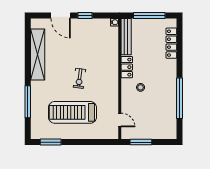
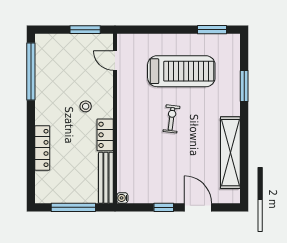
locker: (171, 43) -> (42, 148), moved
window: (179, 98) -> (31, 71), moved
window: (28, 102) -> (244, 86), width x0.69

